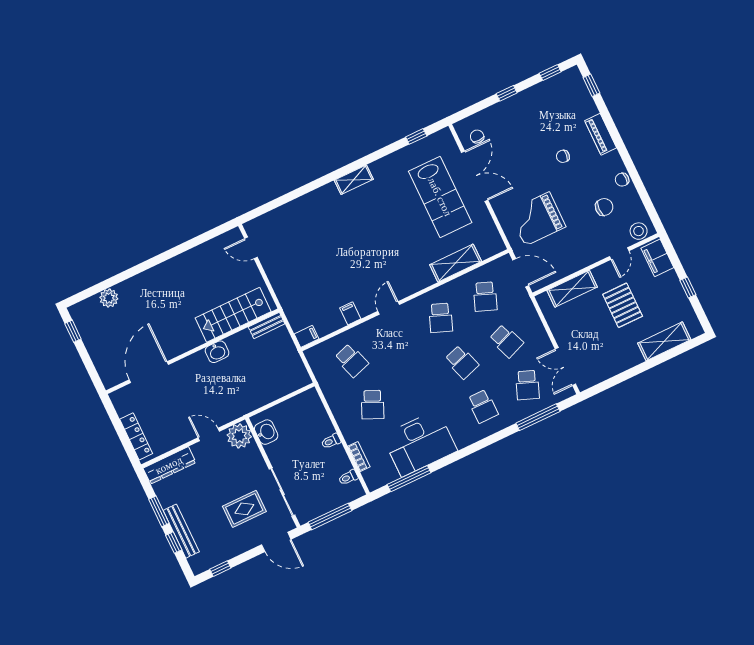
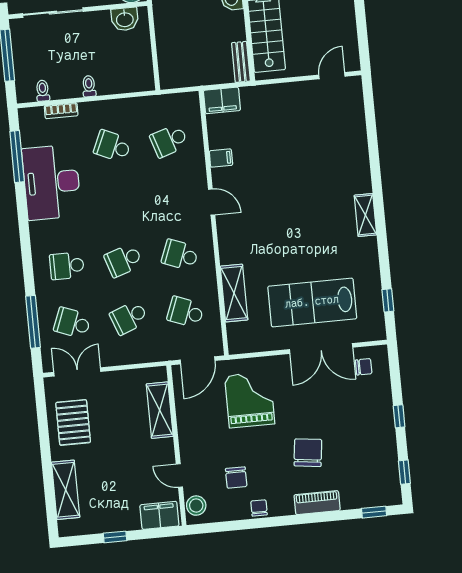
chair: (563, 156) -> (308, 453), width x1.87, depth x1.87
pallet: (623, 305) -> (73, 422), moved, turned 90
filing cabinet: (307, 336) -> (222, 100), width x2.00

